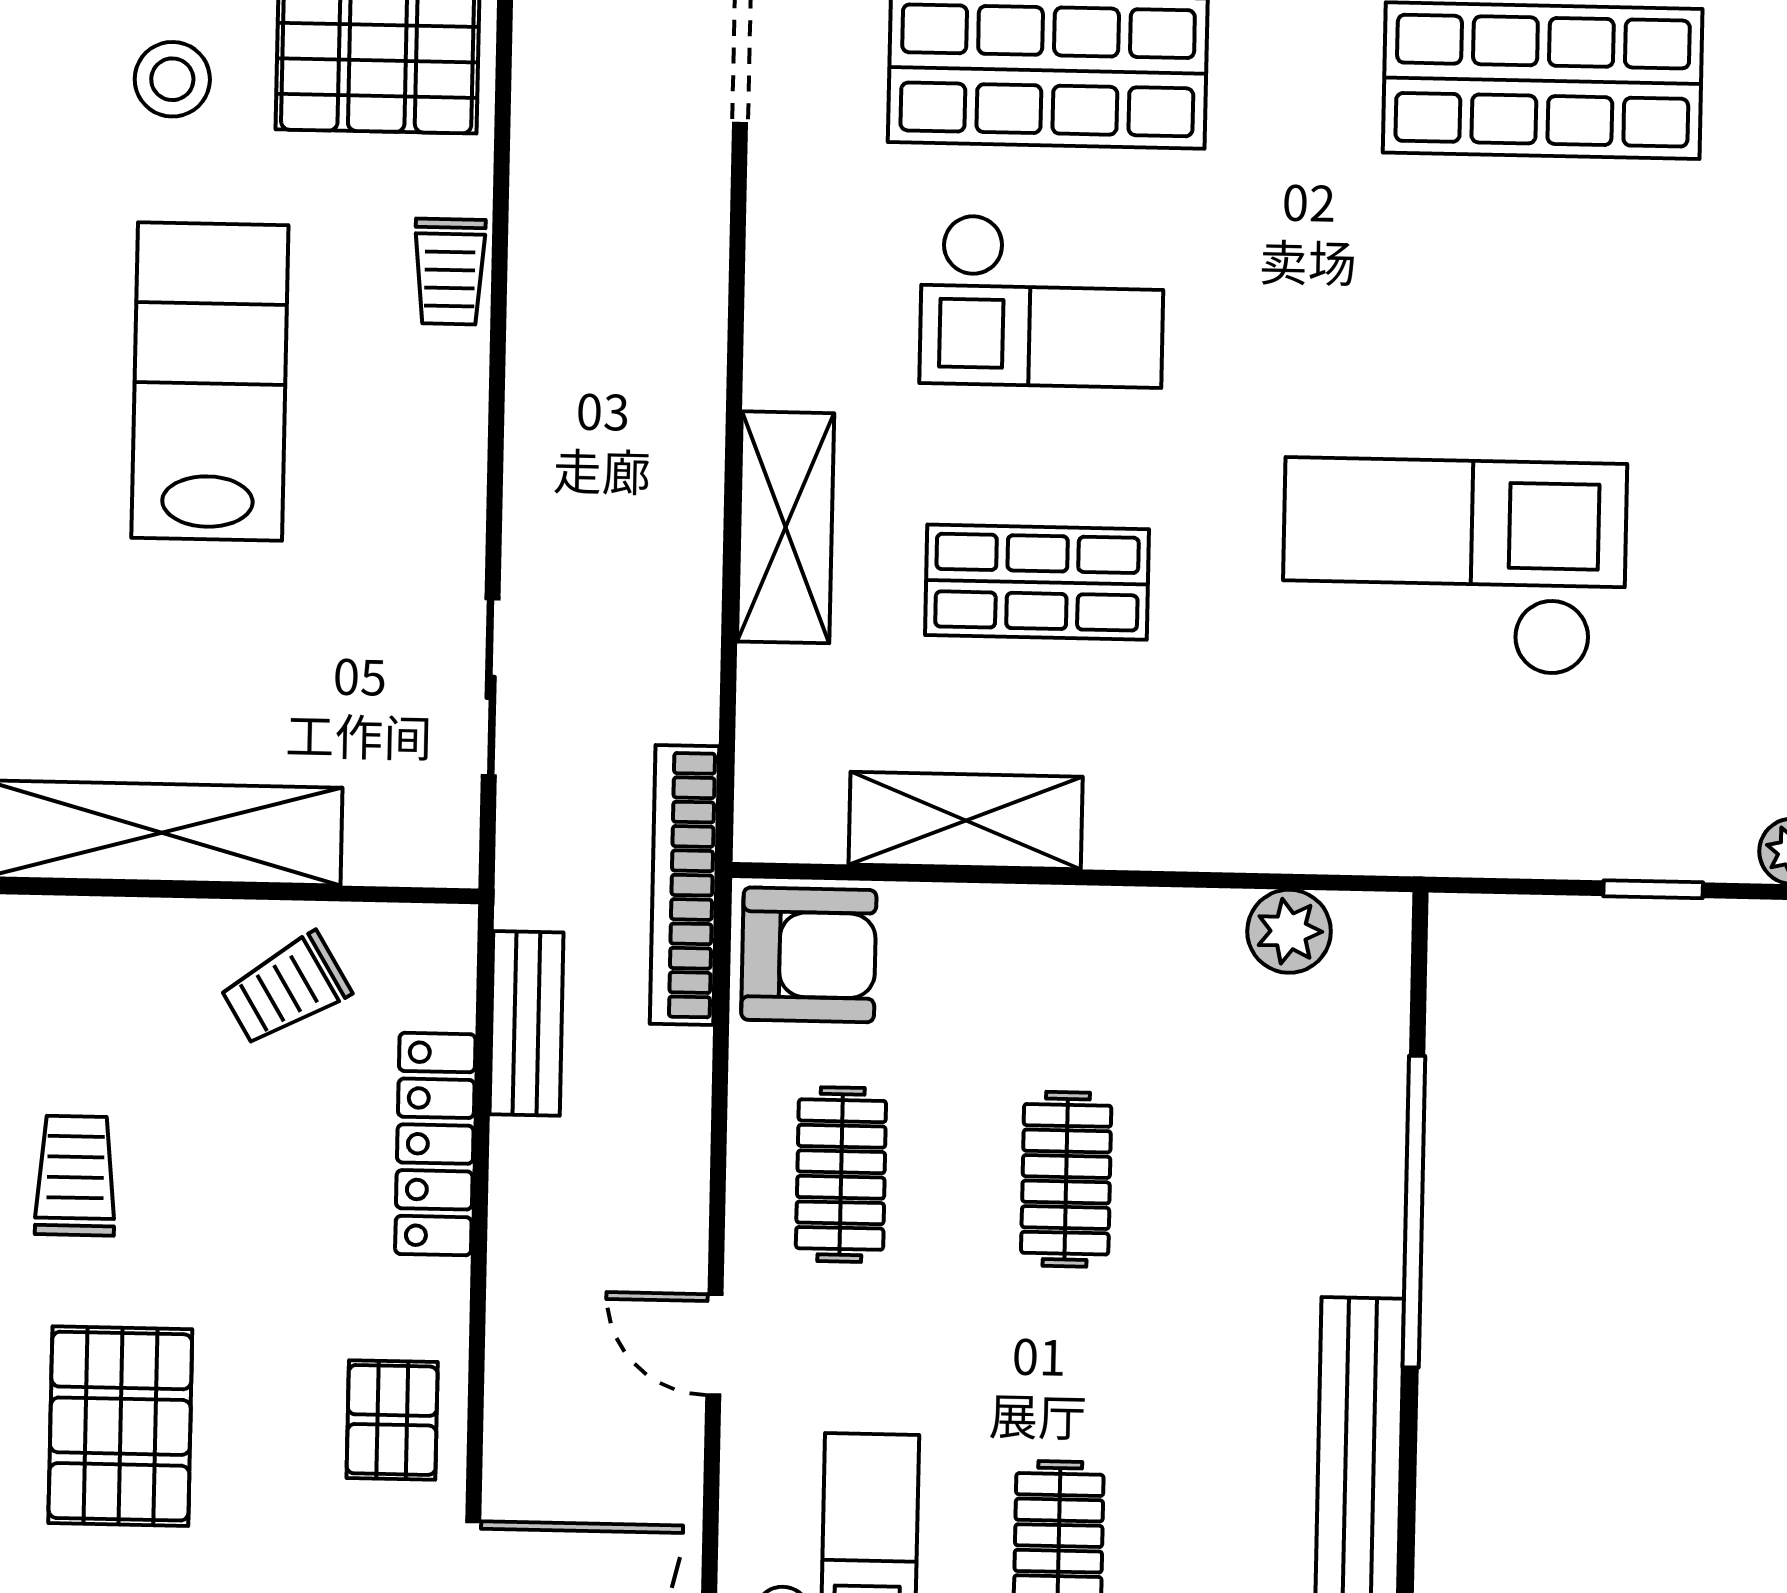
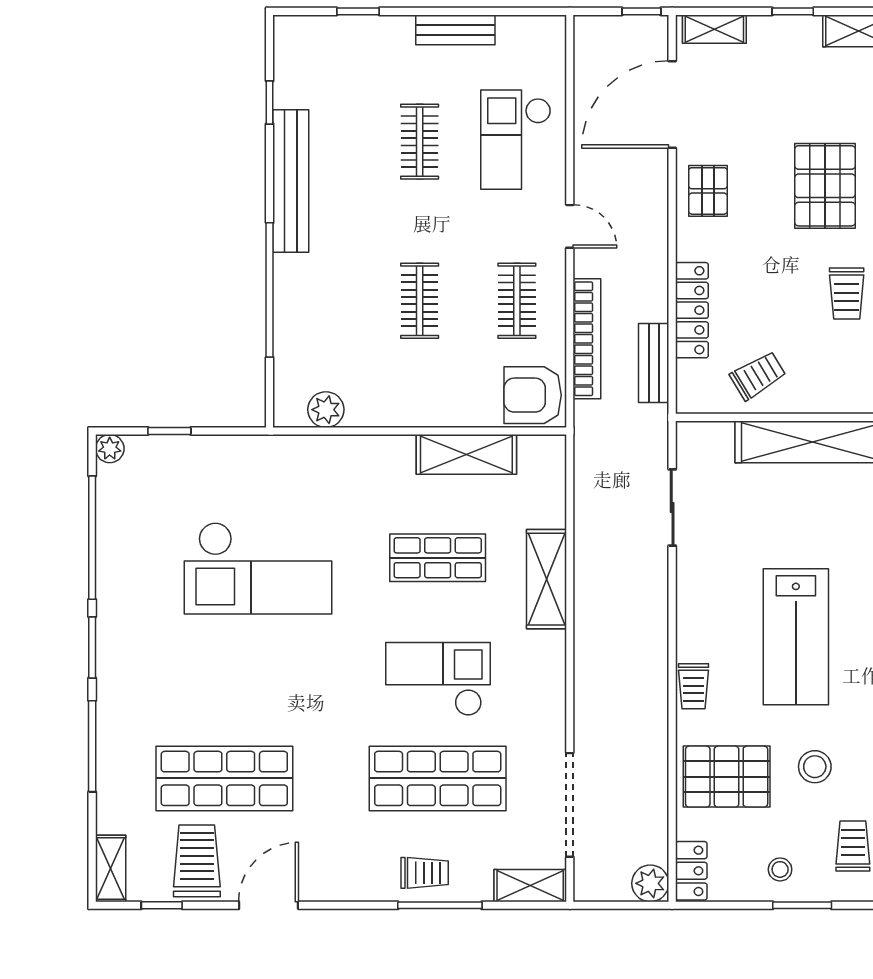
trolley: (450, 272) -> (694, 686), turned 180
bookcase: (684, 885) -> (587, 339), moved

